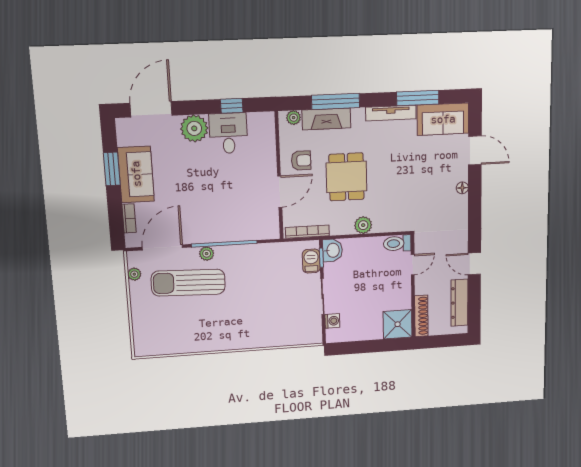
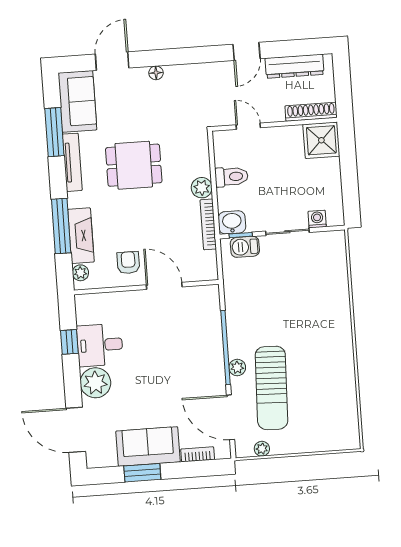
dining table: (347, 177) -> (134, 165), moved
bookcase: (307, 232) -> (208, 224), moved
toilet: (397, 243) -> (231, 177), moved, turned -90

